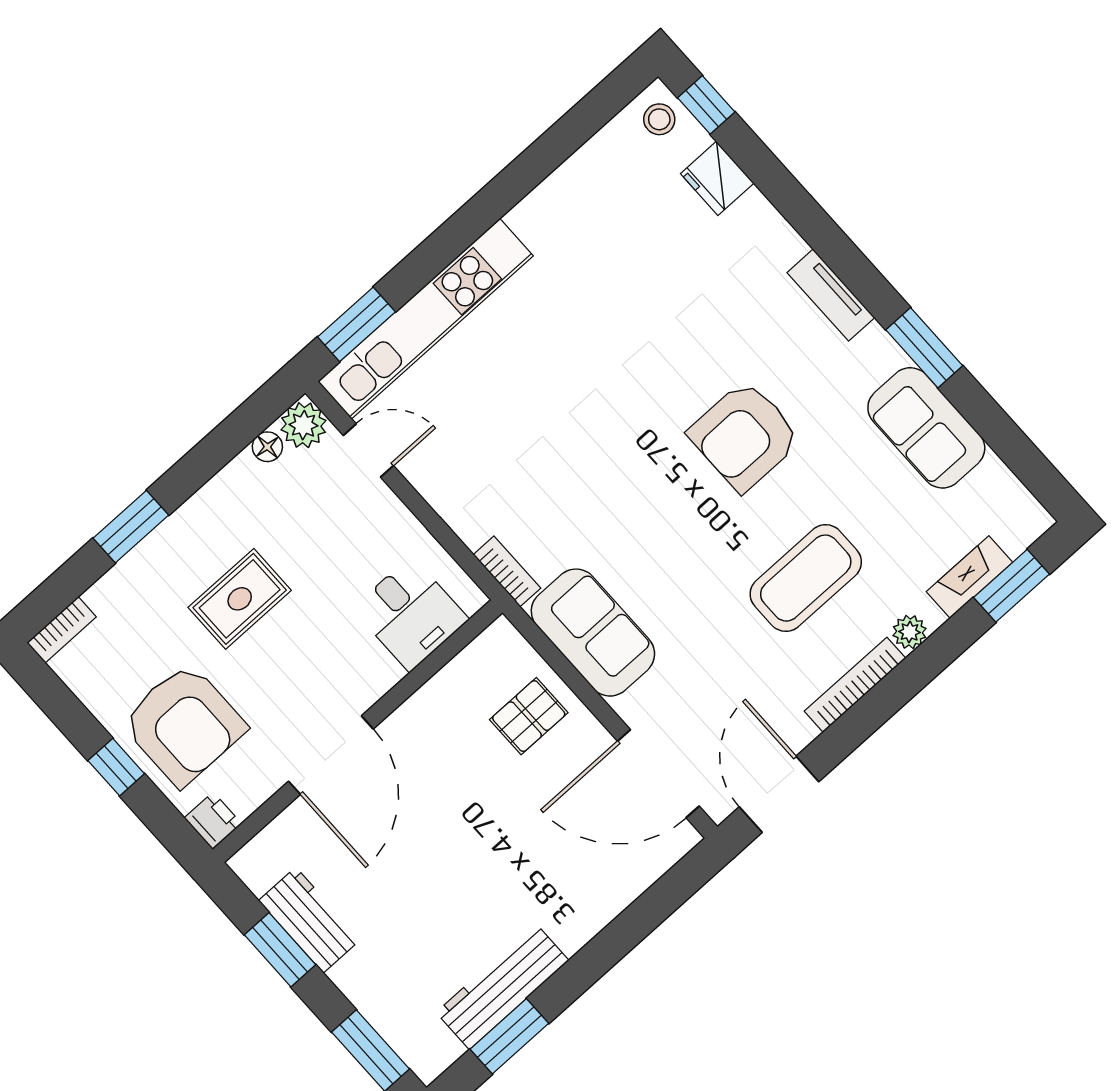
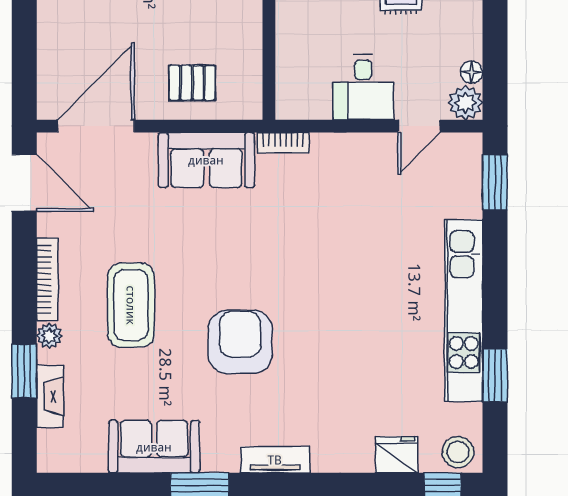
stool: (659, 119) -> (458, 452), width x1.37, depth x1.37
window: (550, 151) -> (495, 375), added
kitchen unit: (426, 319) -> (464, 311), moved
window: (1011, 586) -> (24, 371), moved
desk: (411, 614) -> (363, 87), moved, turned -90
pallet: (529, 716) -> (192, 83), turned 90

